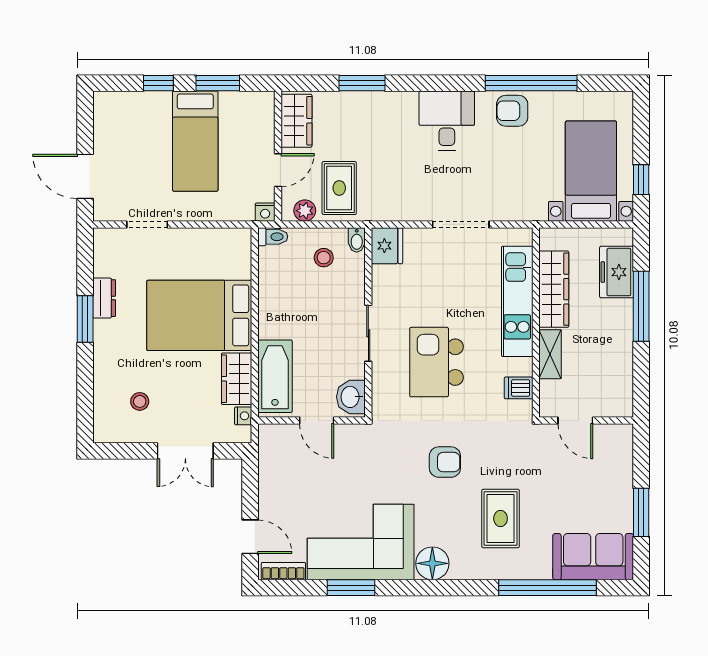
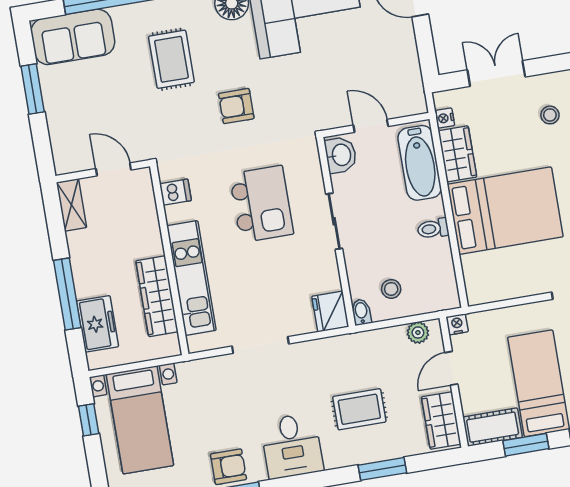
cot: (247, 106) -> (493, 427), added
rug: (339, 188) -> (359, 409), moved, turned 90
toilet: (273, 237) -> (433, 229), moved
shelving: (550, 354) -> (71, 205), moved

